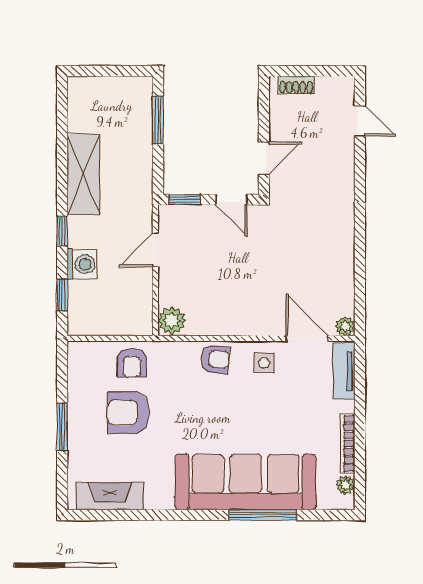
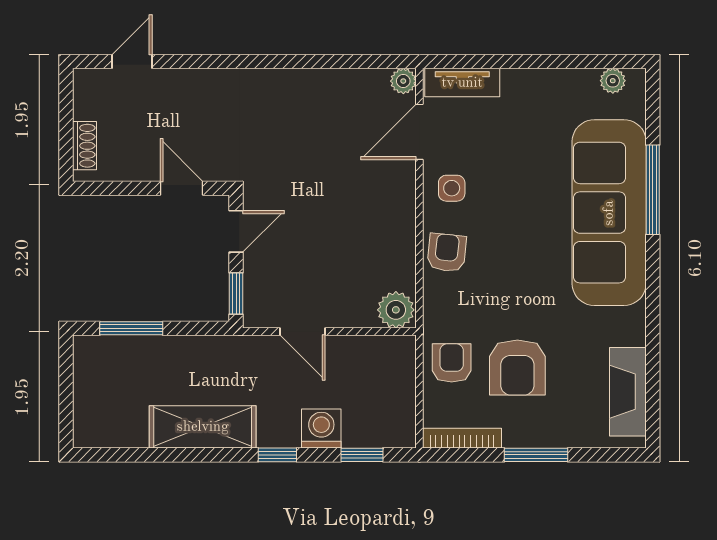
armchair: (132, 363) -> (452, 363), turned -90
bookcase: (347, 444) -> (462, 438), moved, turned 180

